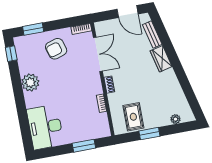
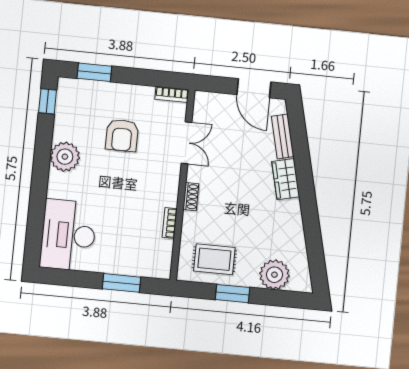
armchair: (56, 49) -> (122, 135), moved, turned -73
double door: (98, 54) -> (186, 143), width x0.73
rug: (133, 117) -> (214, 259), turned 90
plant: (175, 119) -> (274, 275), width x1.88, depth x1.88

